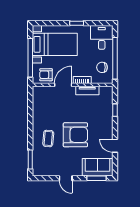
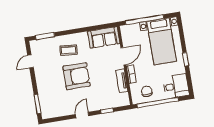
armchair: (46, 75) -> (130, 38), removed
door: (63, 85) -> (123, 56), hinge flipped
armchair: (75, 135) -> (76, 76), turned -90
door: (115, 146) -> (82, 115), moved
sofa: (98, 167) -> (104, 37), moved, turned 90
door: (66, 178) -> (30, 61), moved

